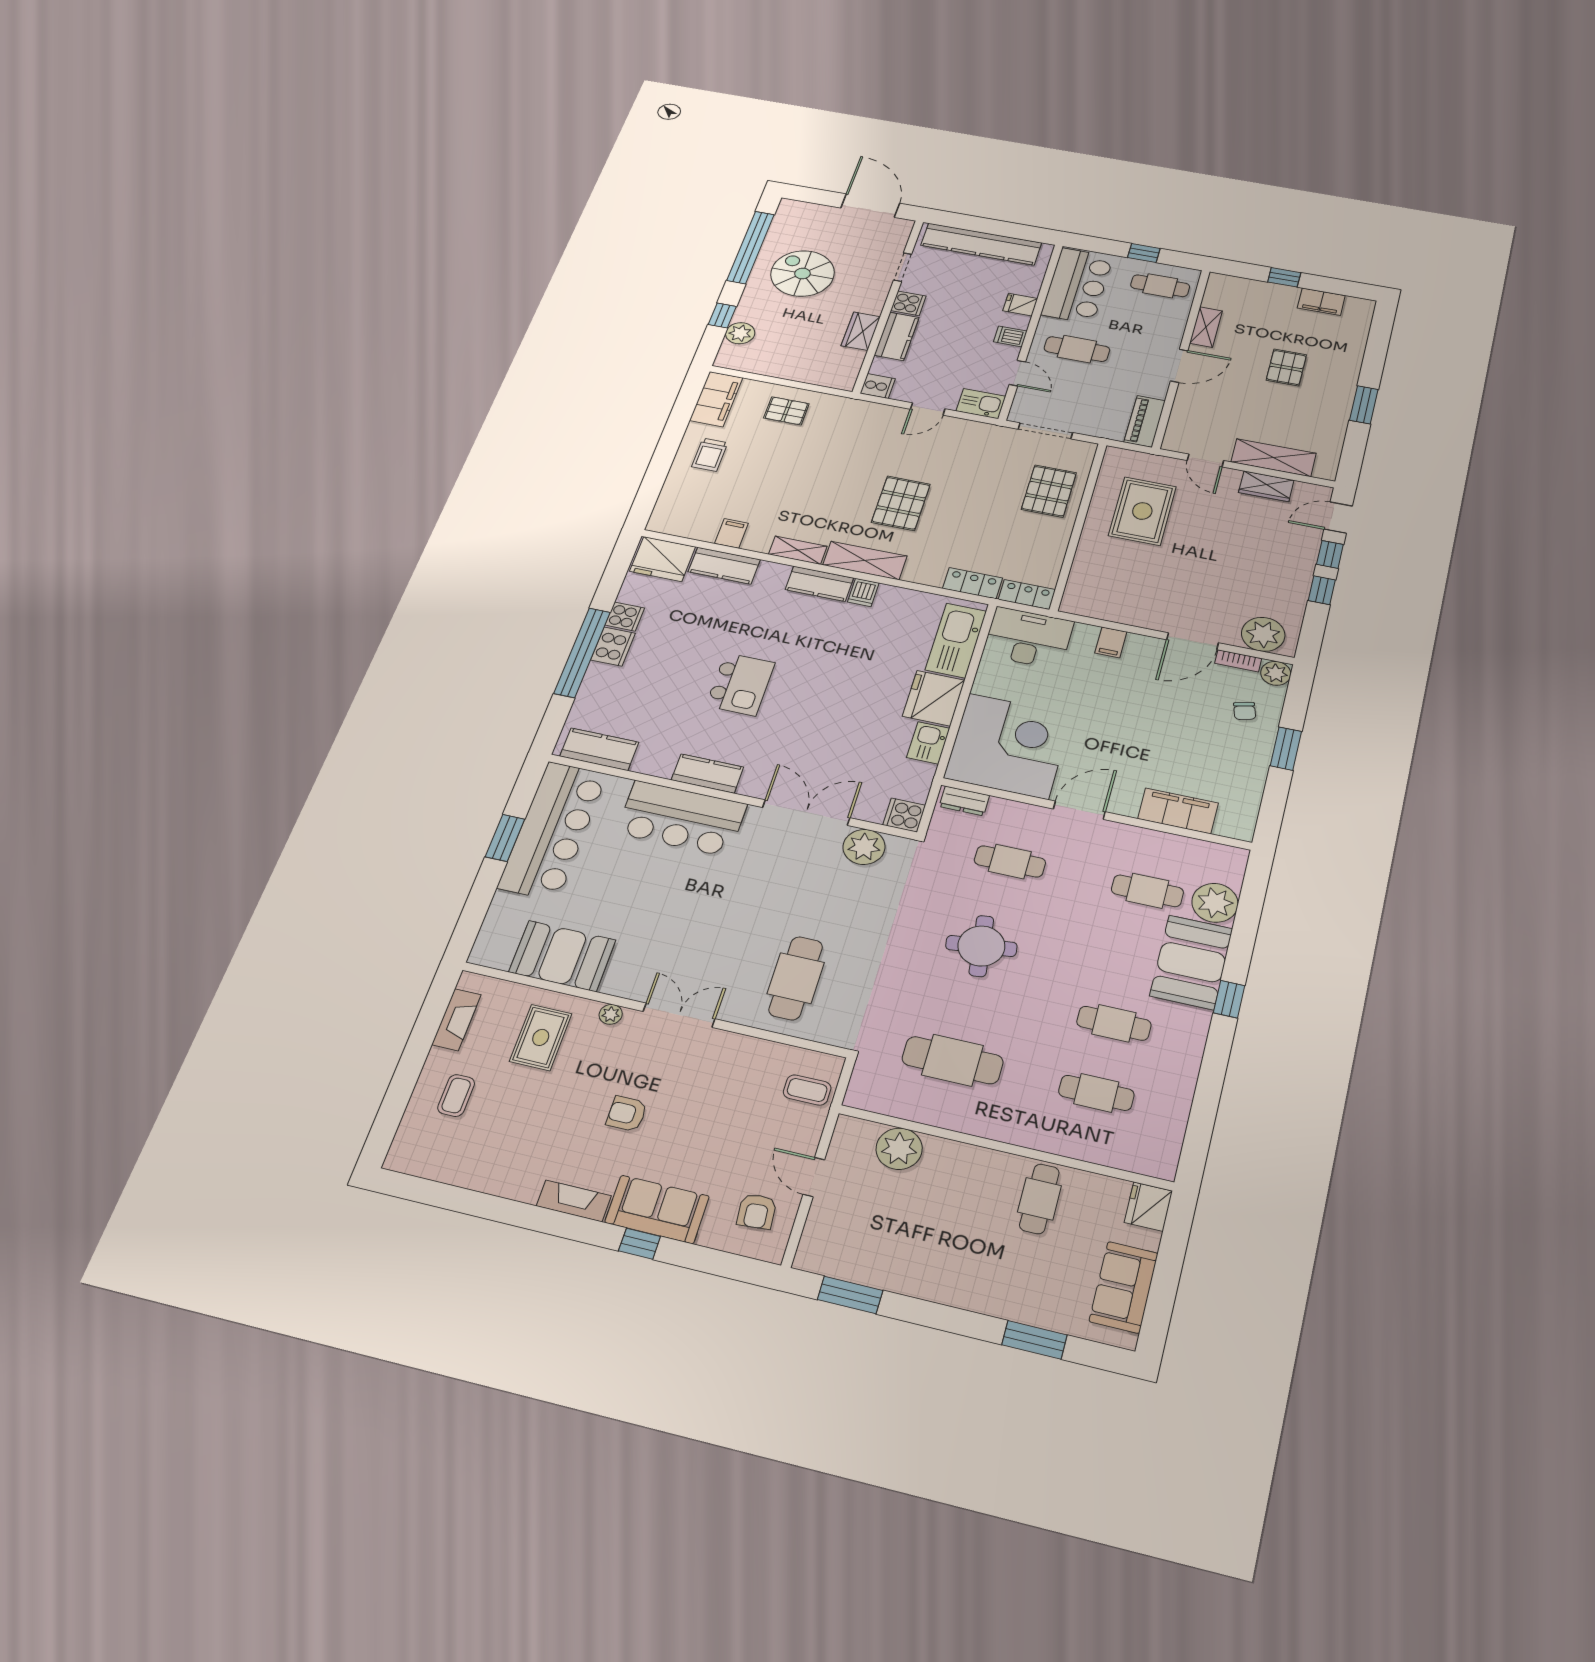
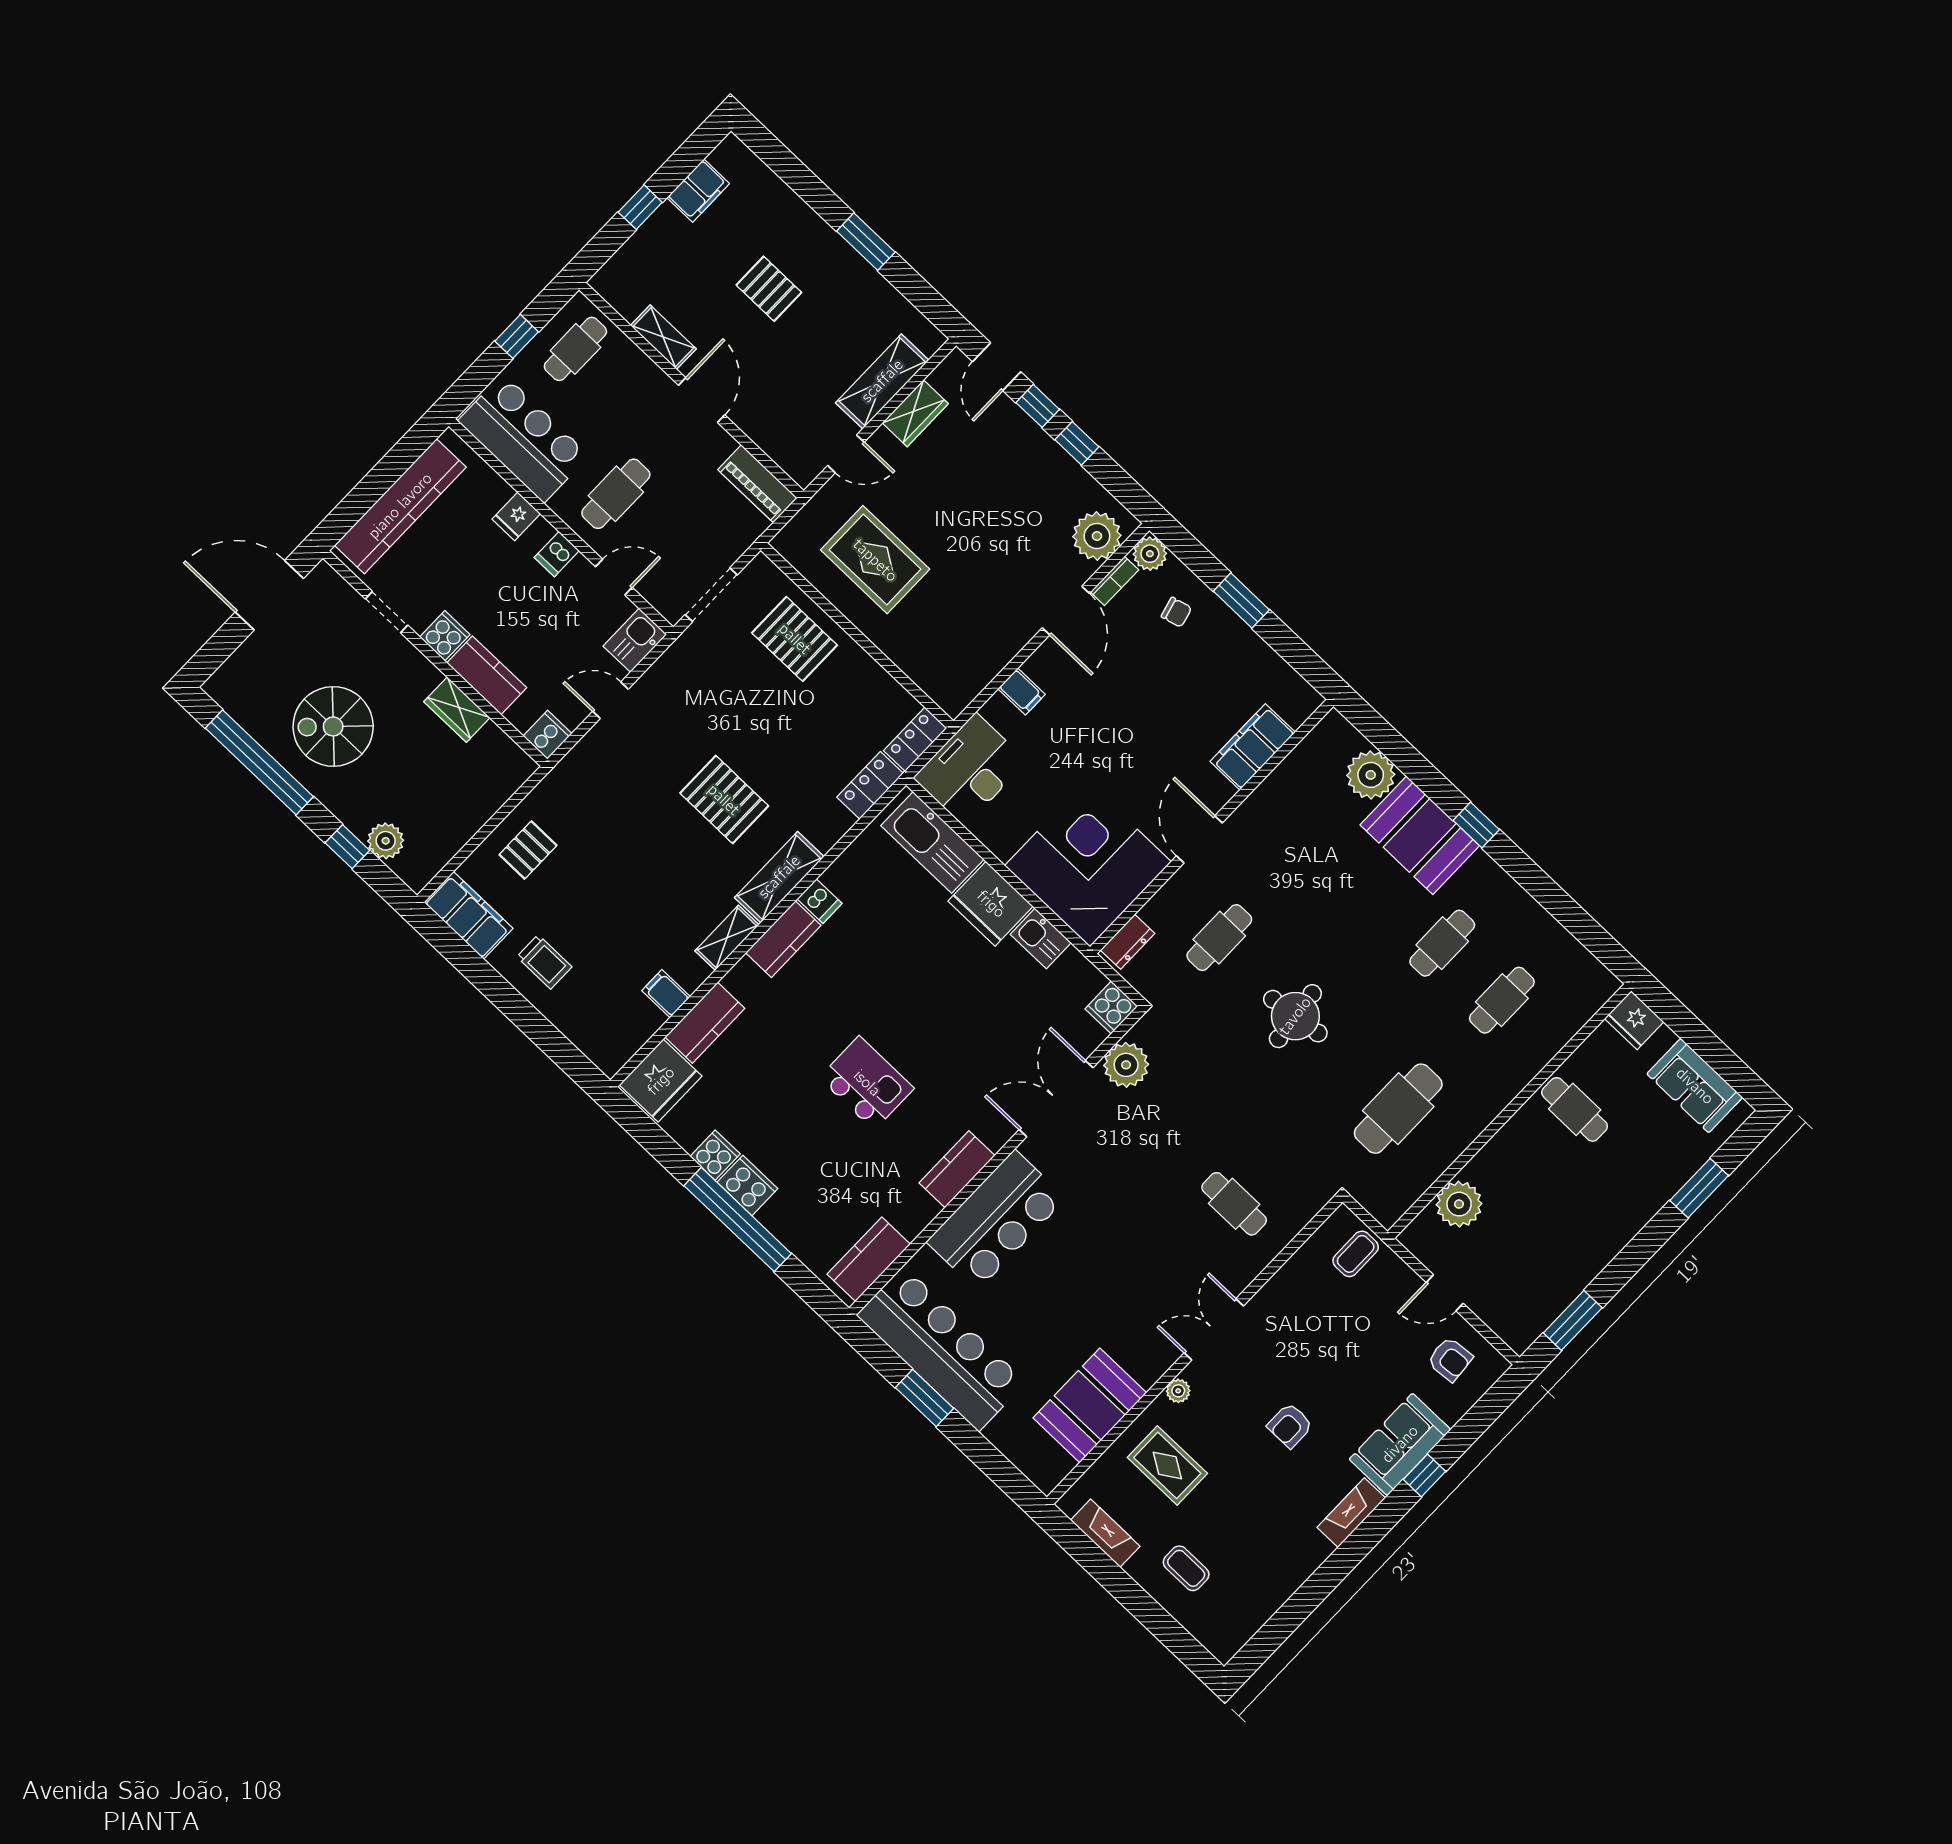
door: (928, 409) -> (610, 700), swing flipped
cafe table: (1147, 891) -> (1323, 829), removed
cafe table: (796, 978) -> (1234, 1204), width x0.73, depth x0.74

